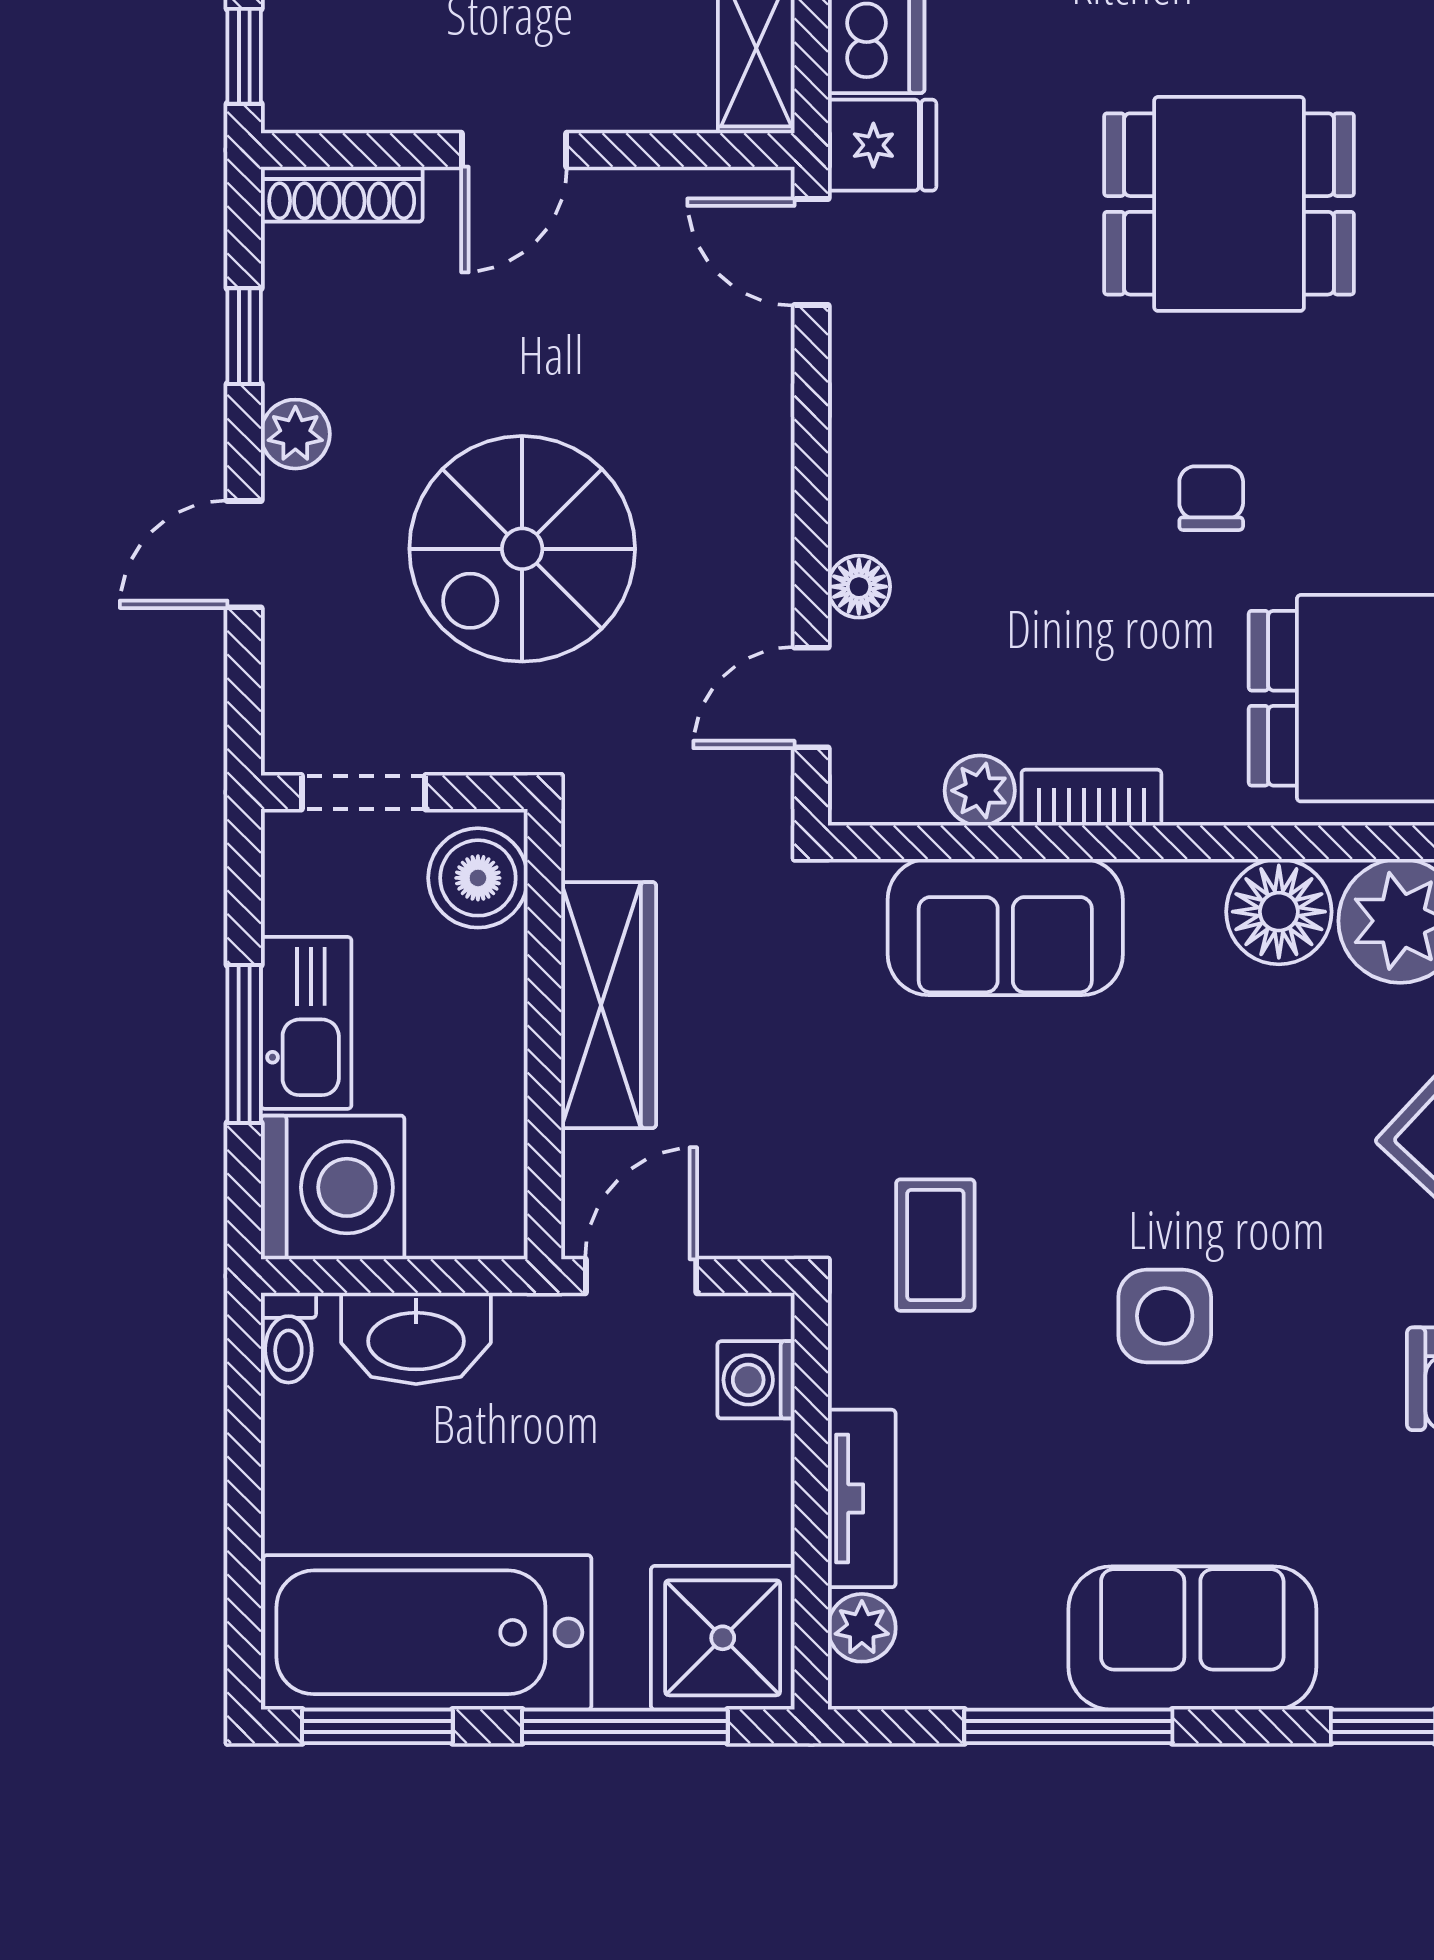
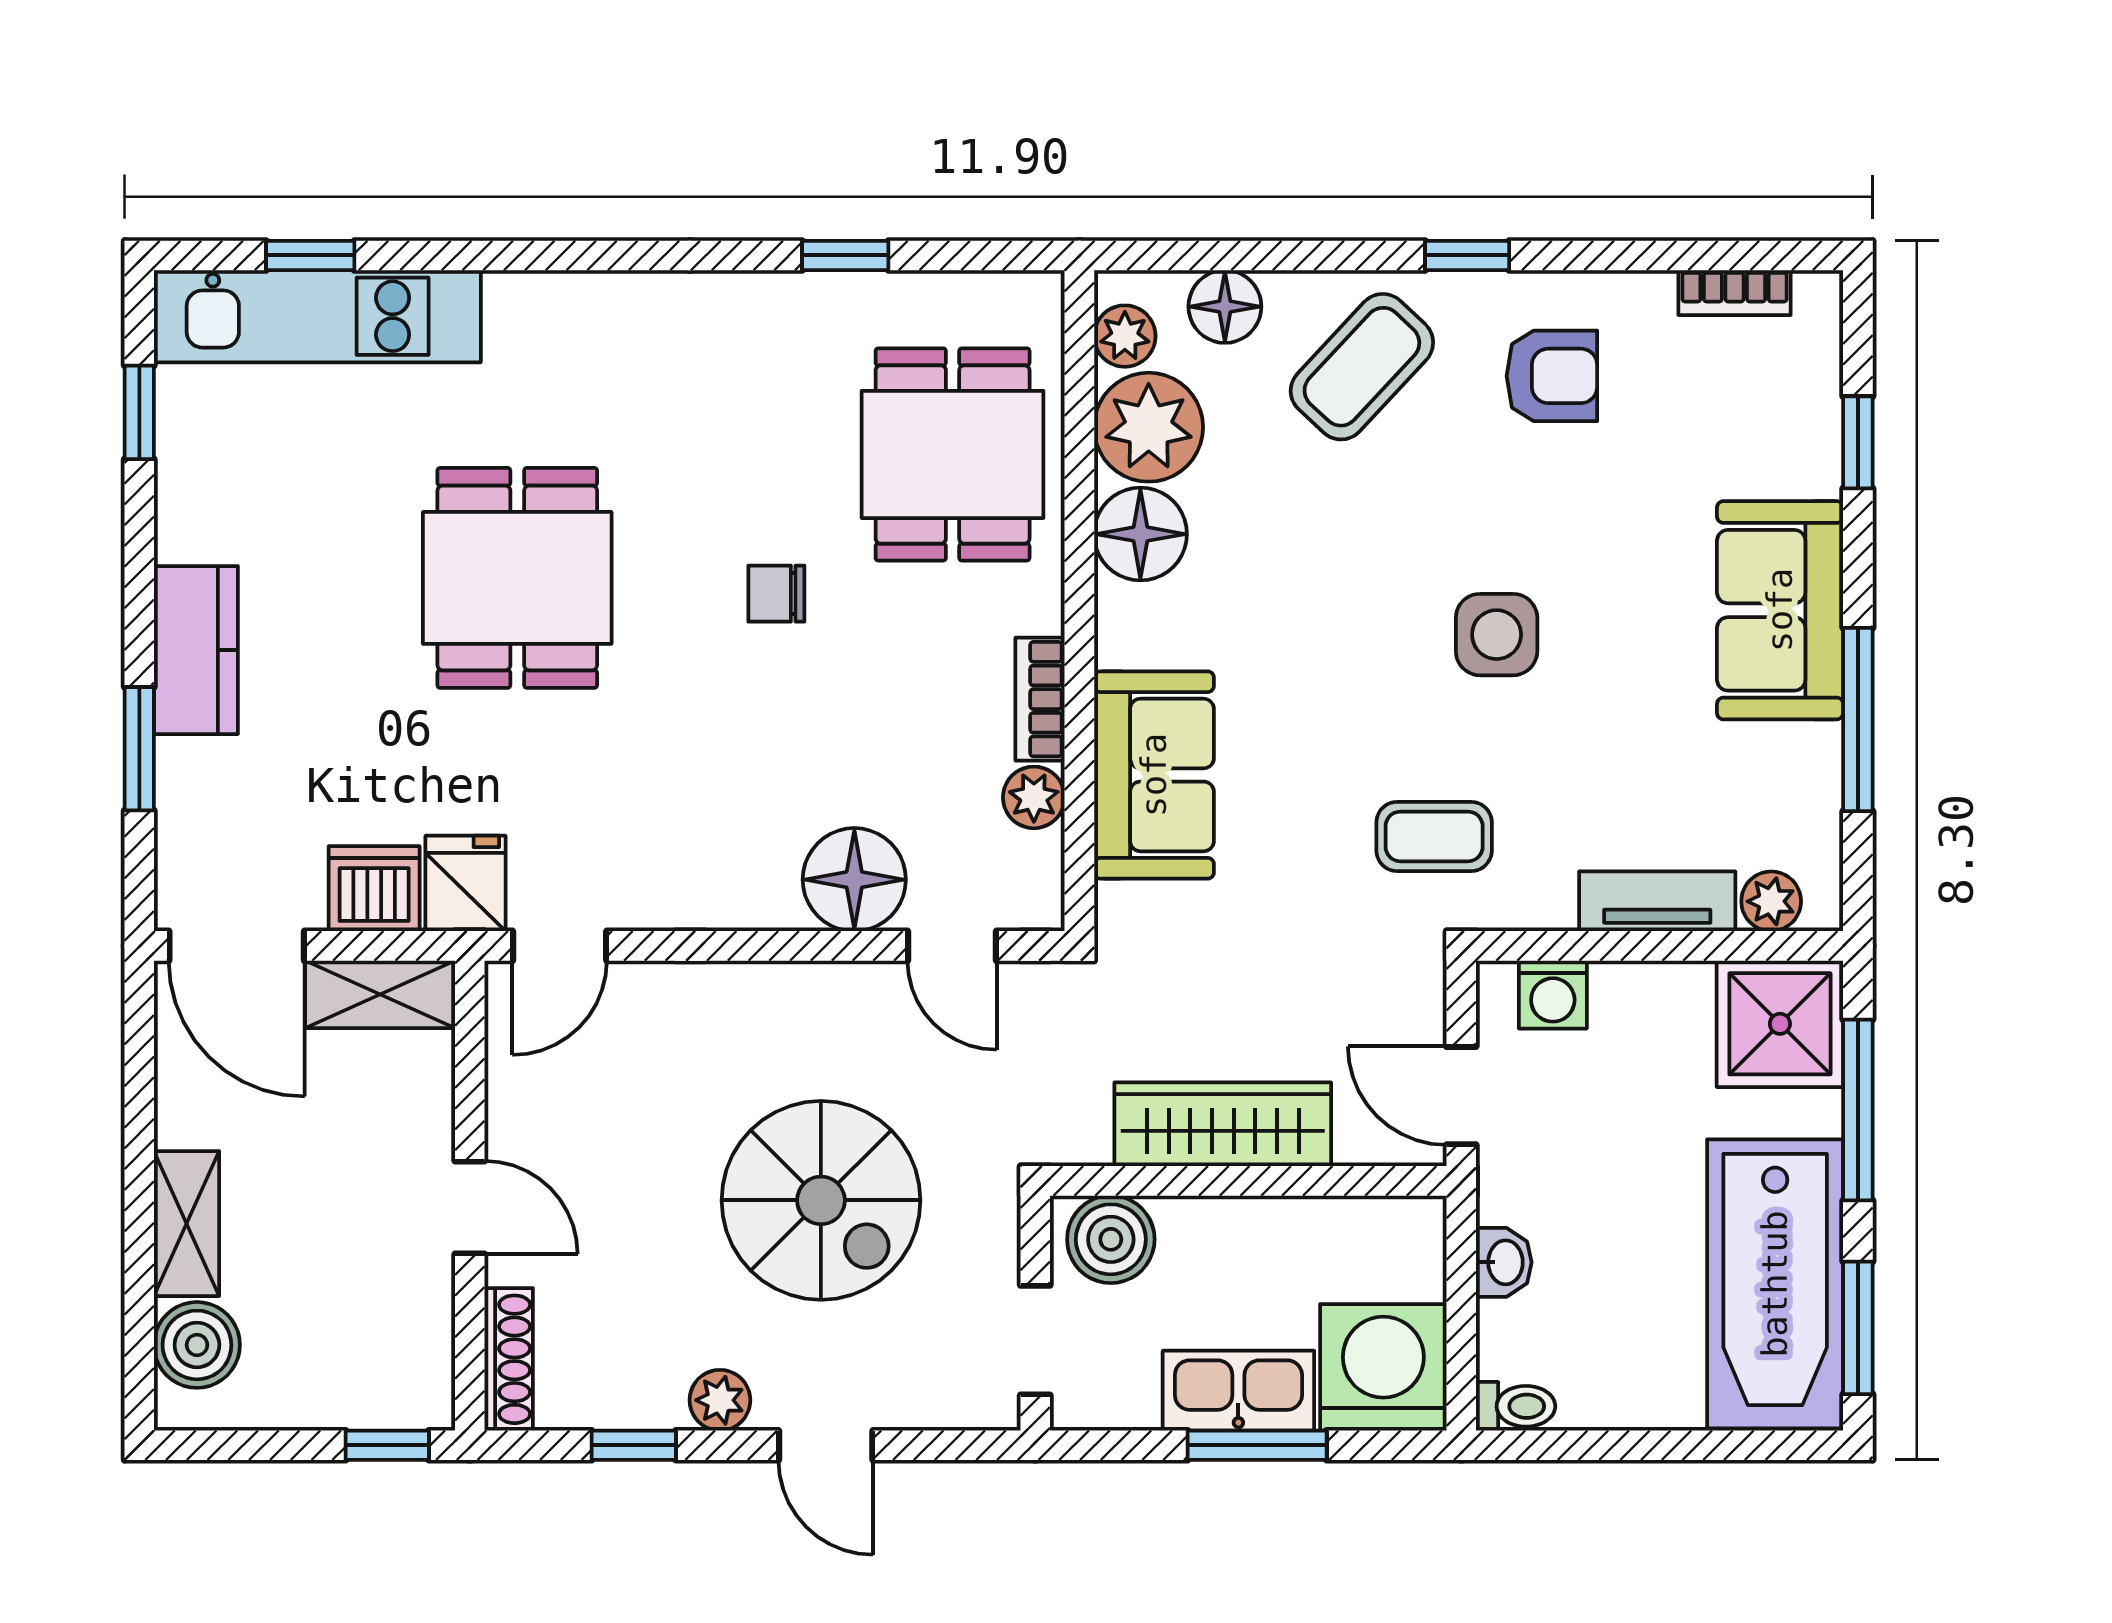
floor lamp: (859, 587) -> (854, 880), width x1.89, depth x1.89
washbasin: (416, 1338) -> (1504, 1262), width x0.52, depth x0.69

